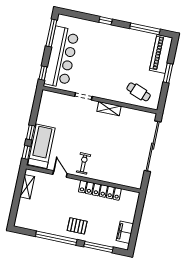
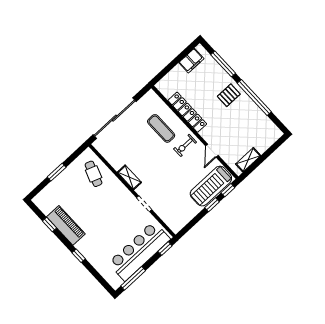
window: (145, 29) -> (50, 225), width x0.46
piano: (161, 54) -> (66, 225), moved, turned -90
exercise mat: (111, 164) -> (161, 128), added
pallet: (77, 226) -> (229, 95), turned 90

